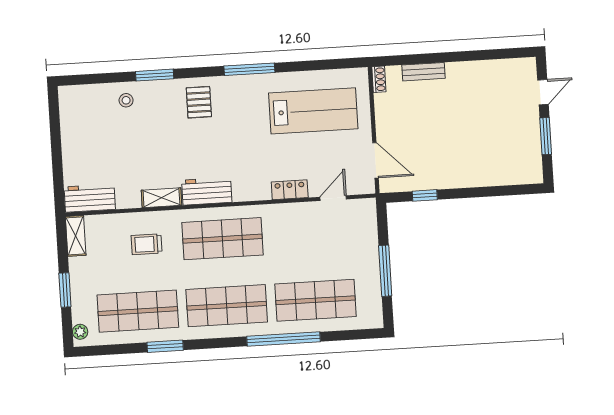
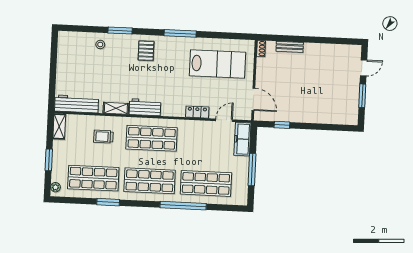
workbench: (90, 198) -> (77, 104), width x1.38
freezer: (365, 224) -> (242, 139), added

